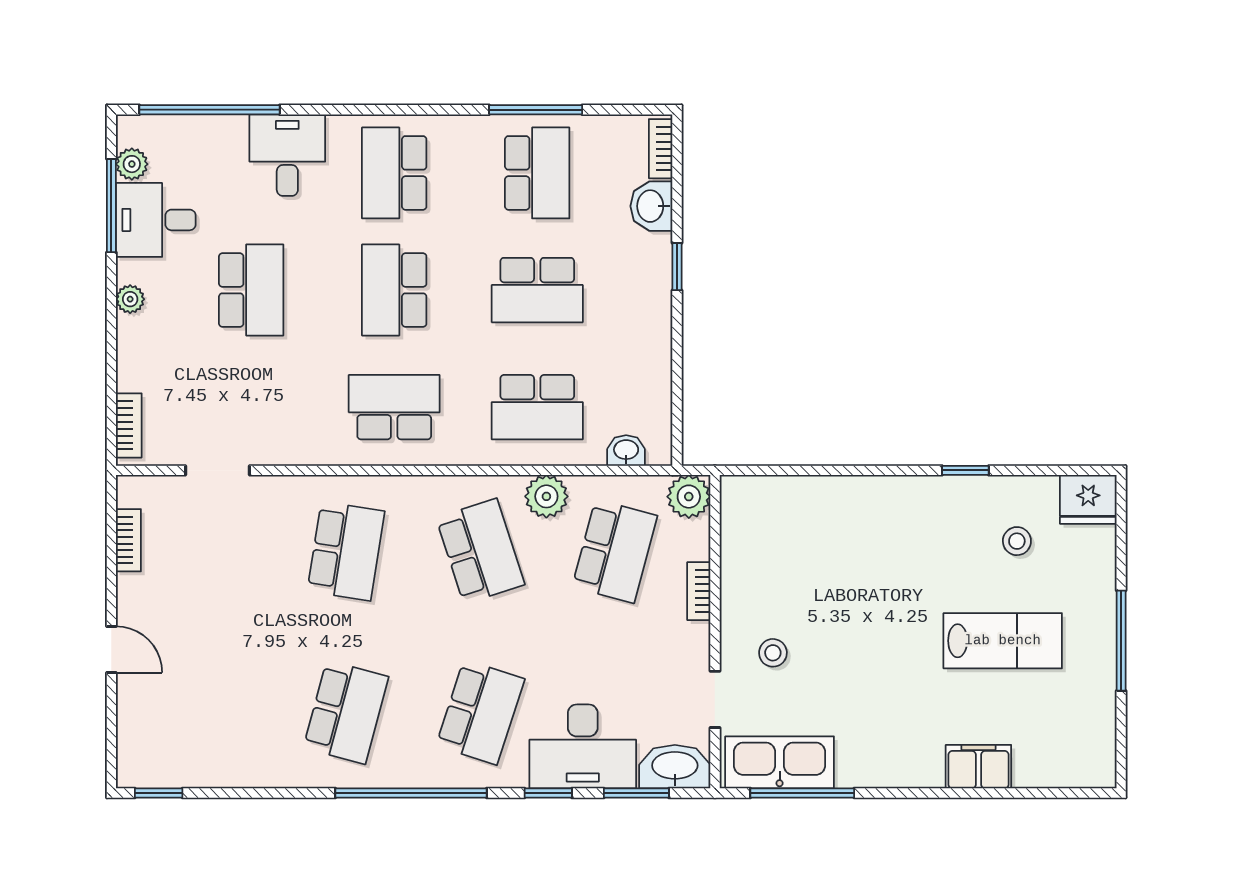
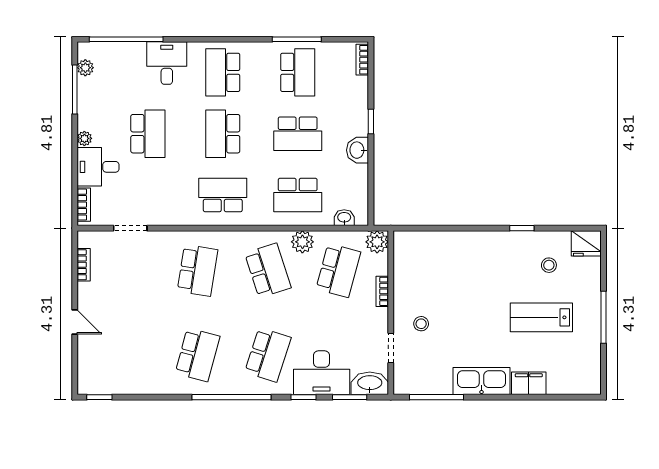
washbasin: (651, 206) -> (357, 150), moved
desk: (156, 220) -> (98, 167), moved
lab bench: (1003, 641) -> (541, 317), turned 180
kitchen sink: (780, 762) -> (482, 381), moved

